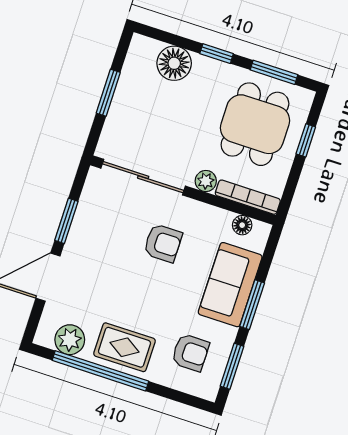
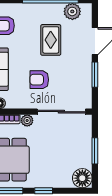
floor lamp: (174, 63) -> (82, 178), moved
rug: (124, 347) -> (51, 40), moved, turned 90

